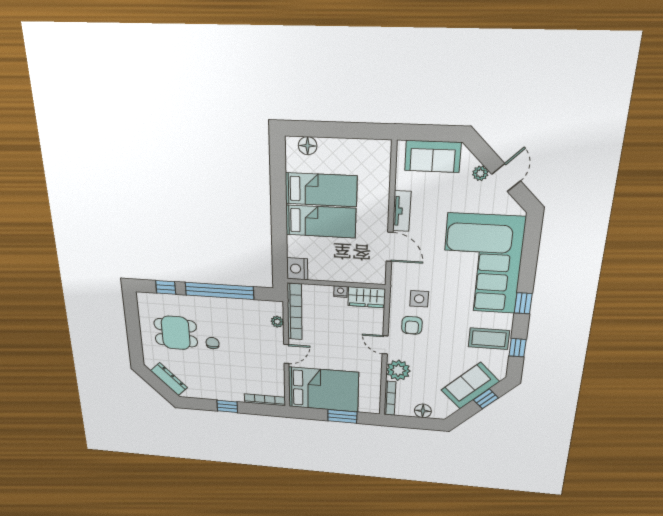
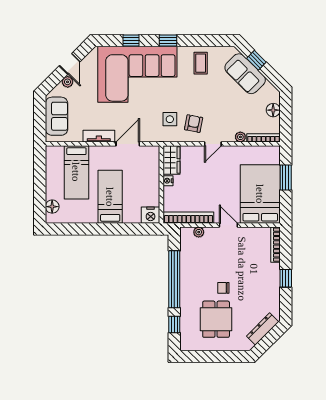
door: (506, 178) -> (70, 64), swing flipped
bed: (321, 190) -> (76, 172), moved, turned 180
armchair: (412, 325) -> (194, 124), turned -79
coffee table: (489, 339) -> (201, 63), width x0.73, depth x0.77
window: (517, 348) -> (131, 41), moved
plant: (398, 370) -> (240, 137), width x0.53, depth x0.53

